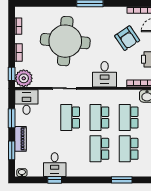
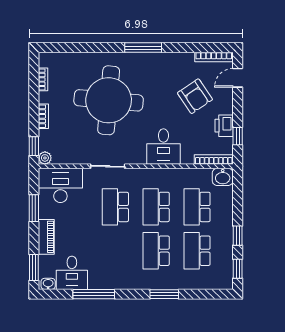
plant: (24, 78) -> (45, 158), width x0.53, depth x0.53
desk: (26, 102) -> (60, 185), width x1.37
window: (12, 150) -> (34, 267), moved
desk: (55, 165) -> (72, 273), moved
window: (55, 180) -> (94, 294), width x2.17
window: (122, 180) -> (164, 294), moved

